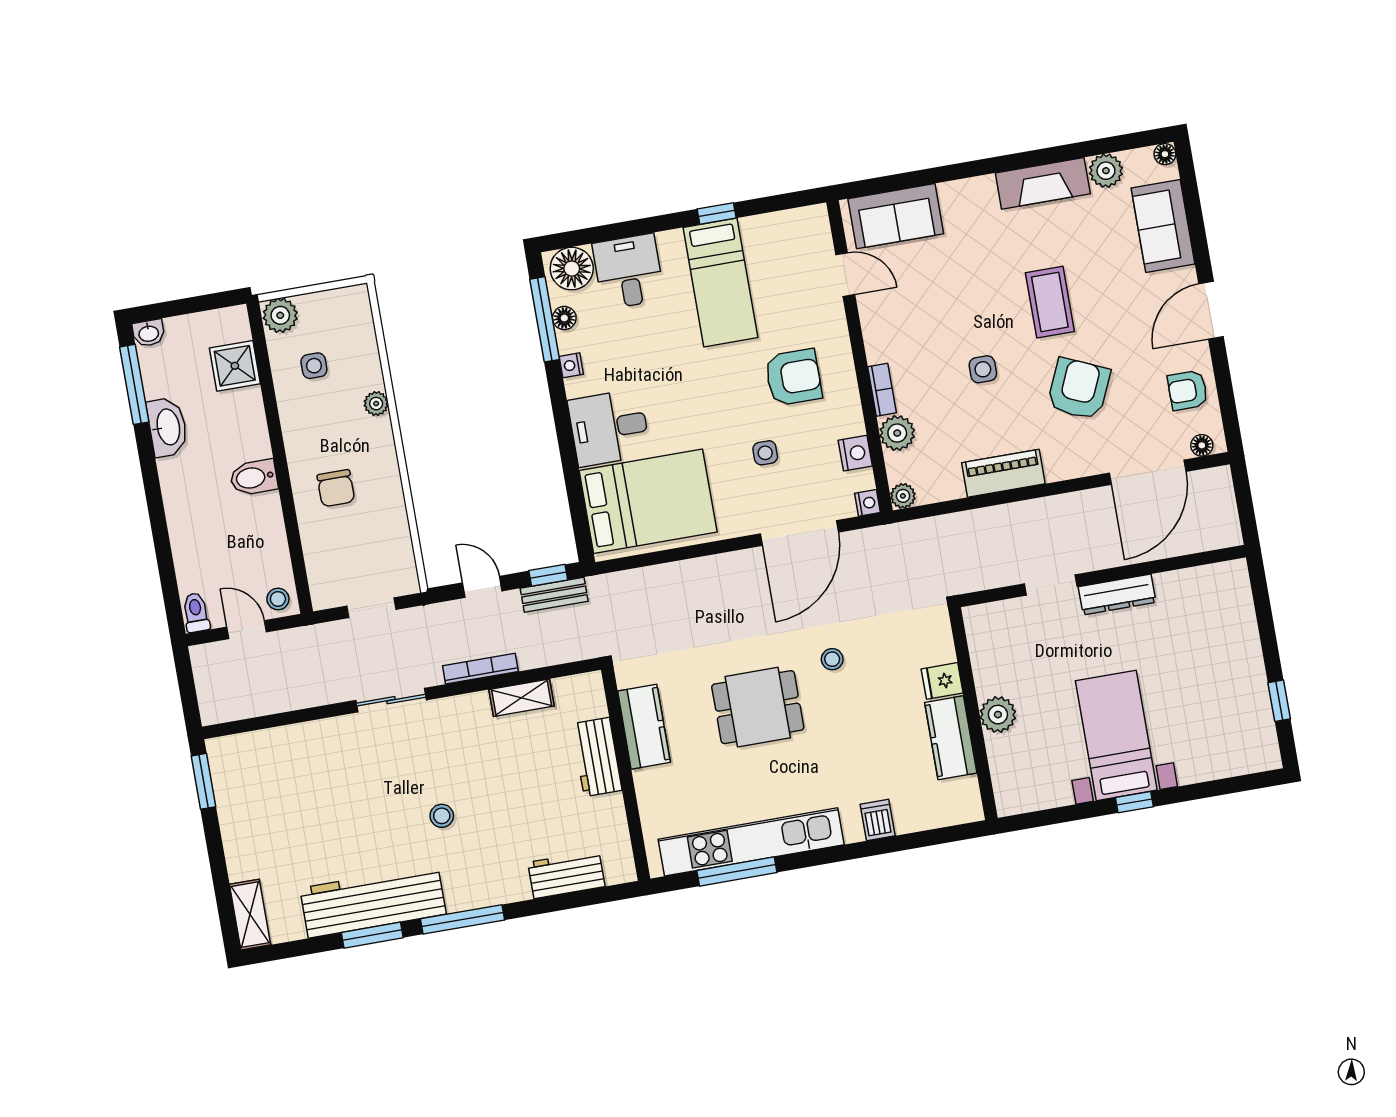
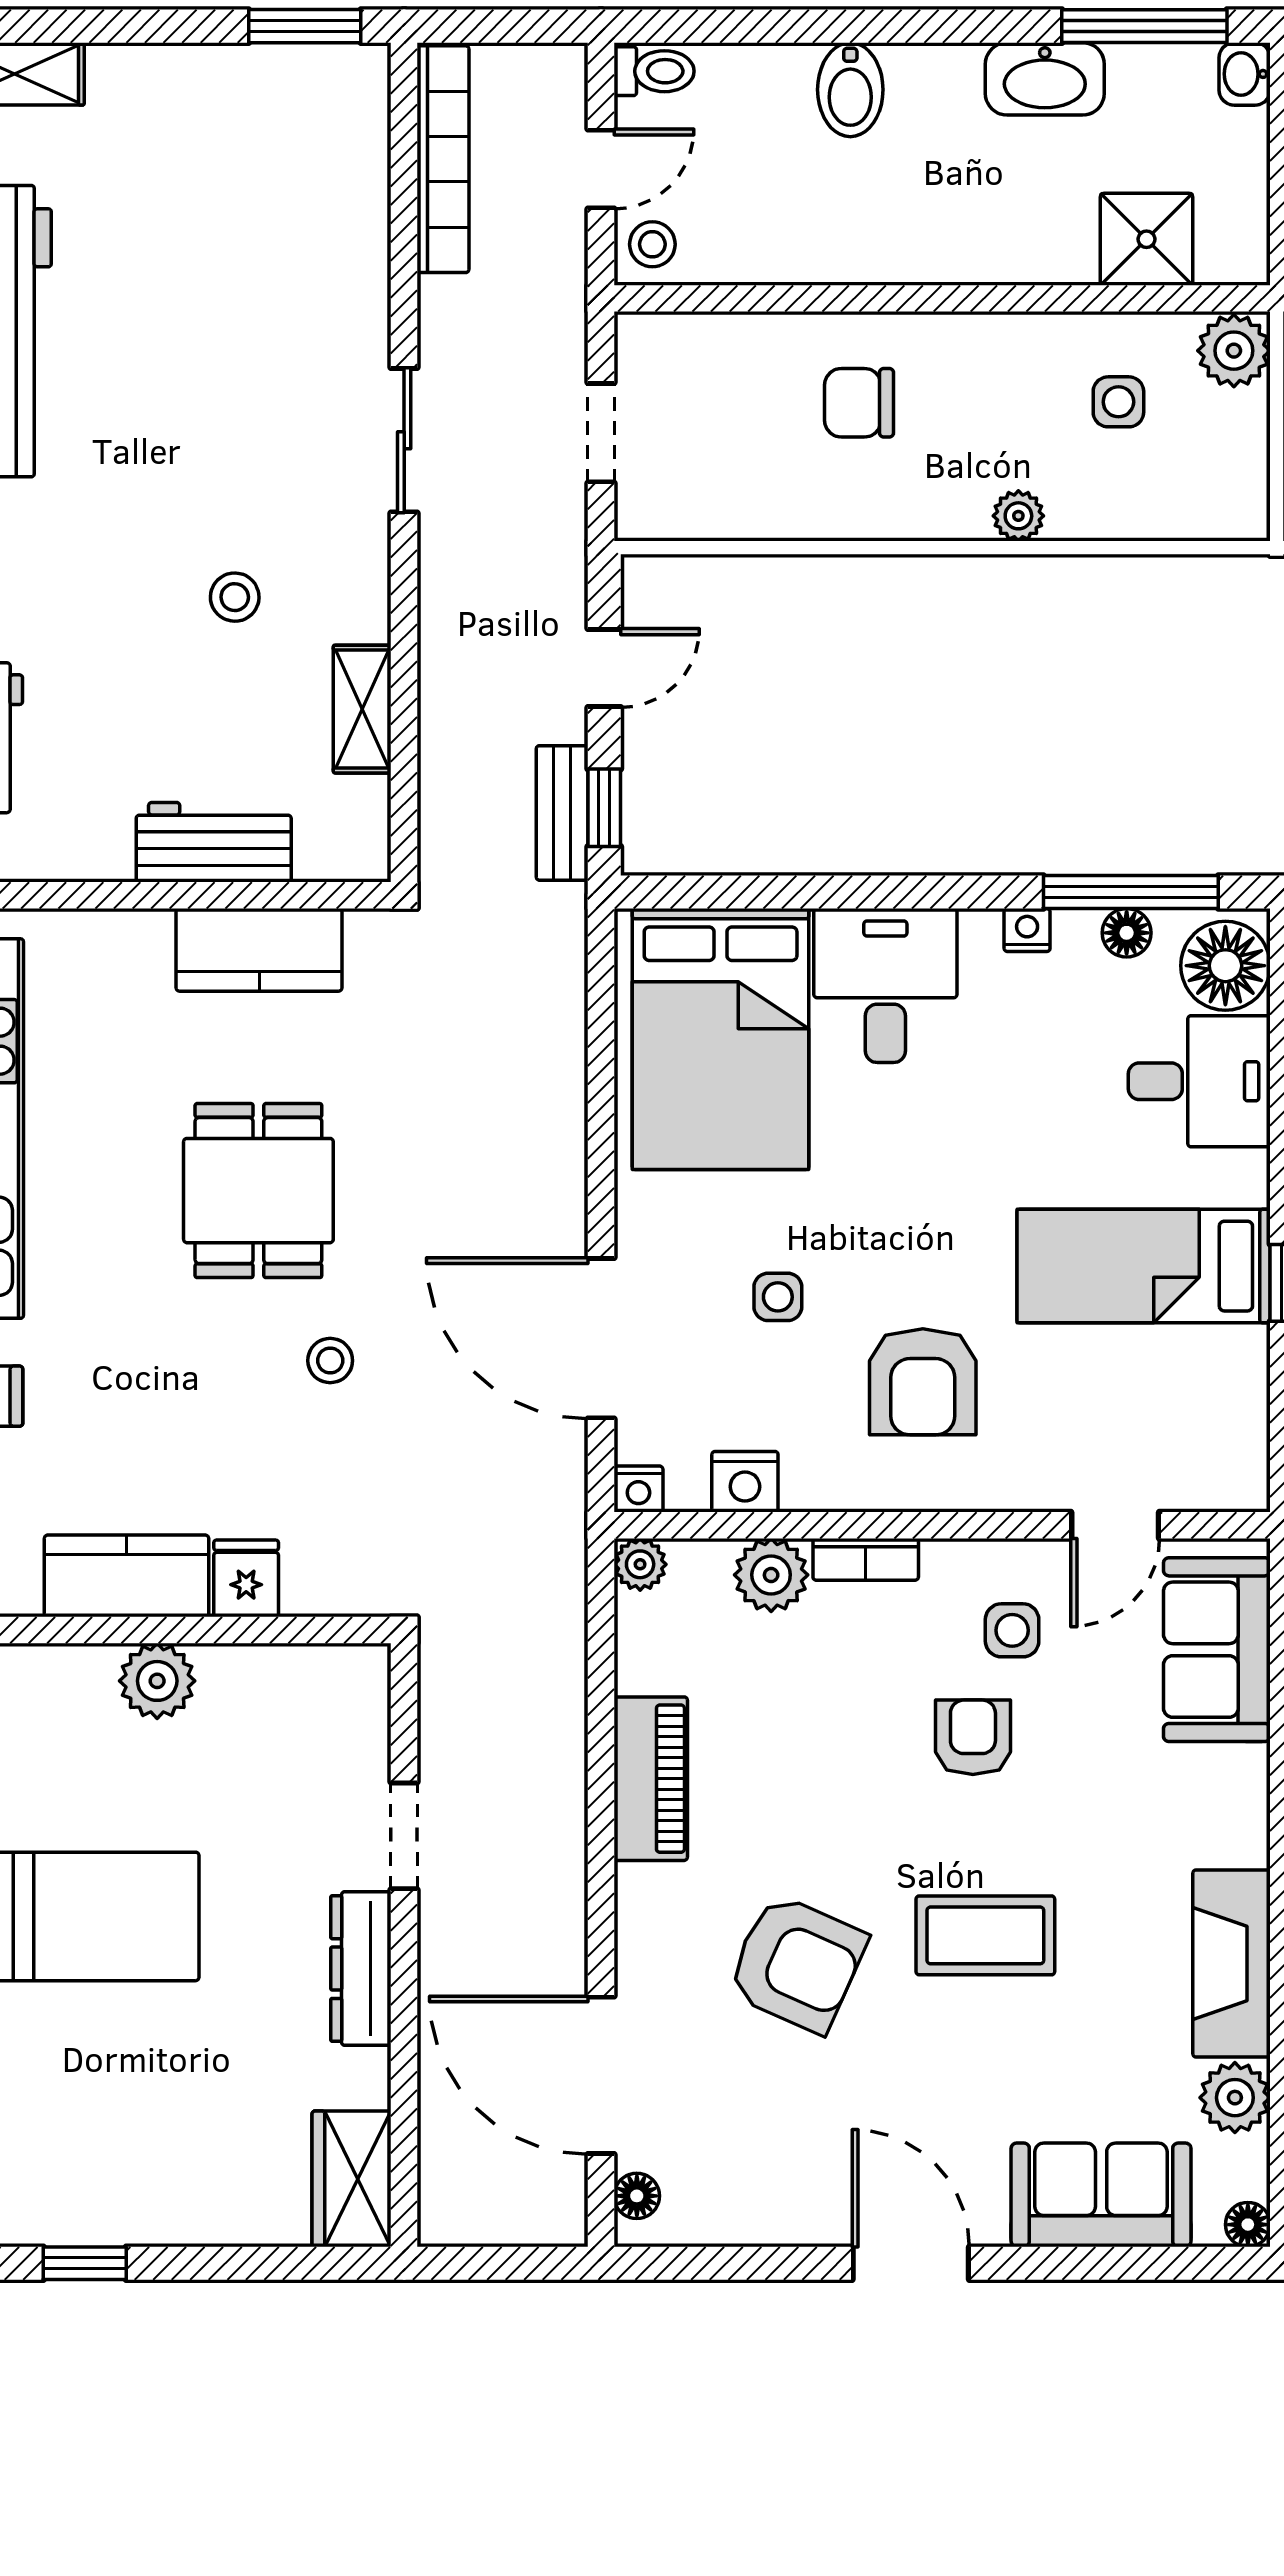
side table: (983, 369) -> (1012, 1630), moved
armchair: (1188, 390) -> (973, 1737), moved
bidet: (254, 477) -> (850, 90), moved, turned 180
wardrobe: (1217, 582) -> (352, 2179), added
bookcase: (480, 669) -> (443, 159), moved, width x1.48, depth x1.31
stool: (442, 816) -> (235, 597), moved

